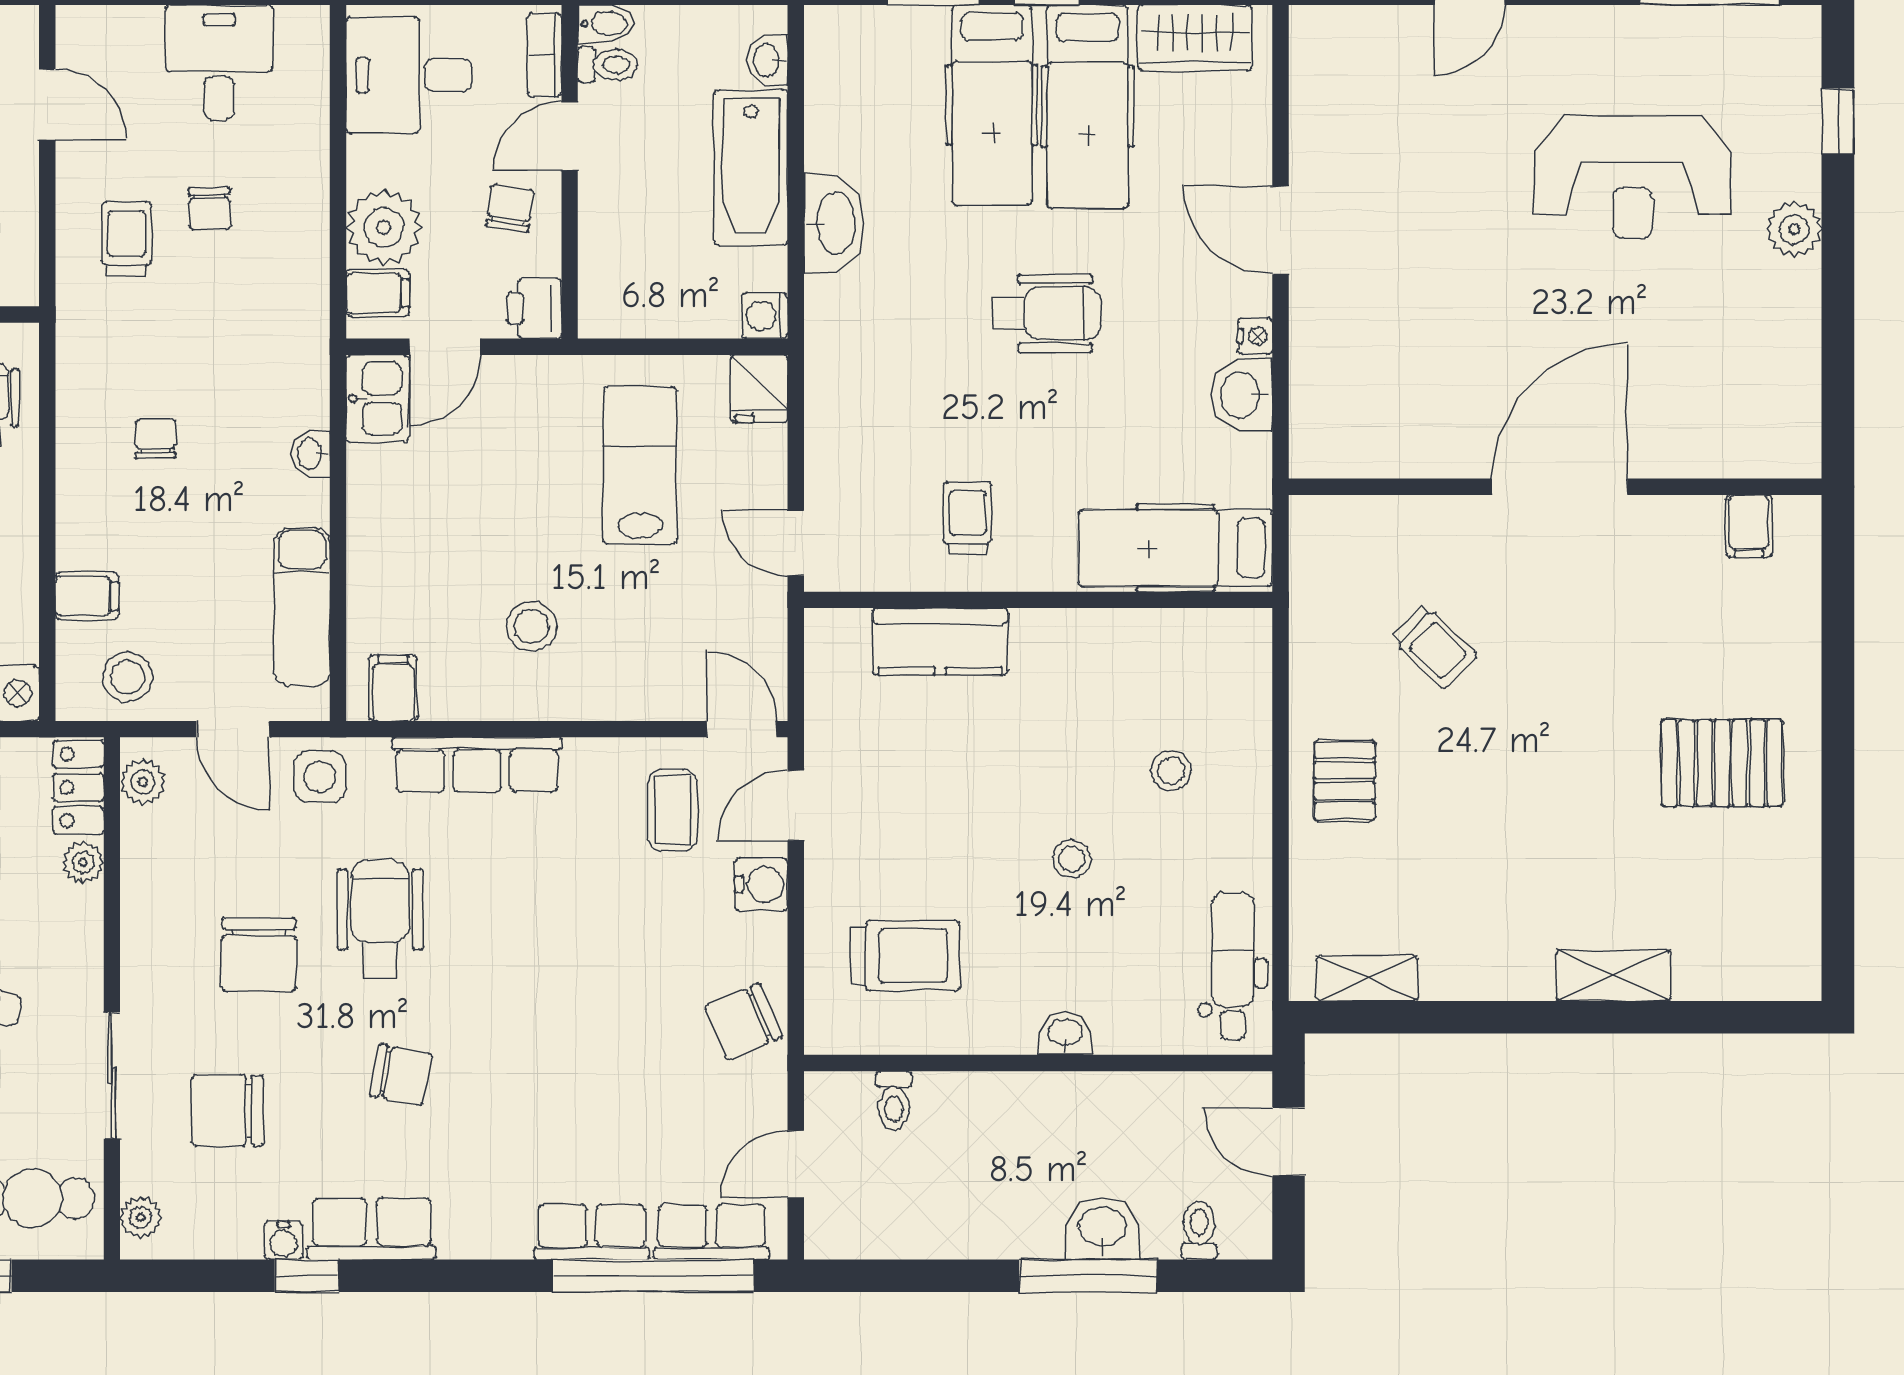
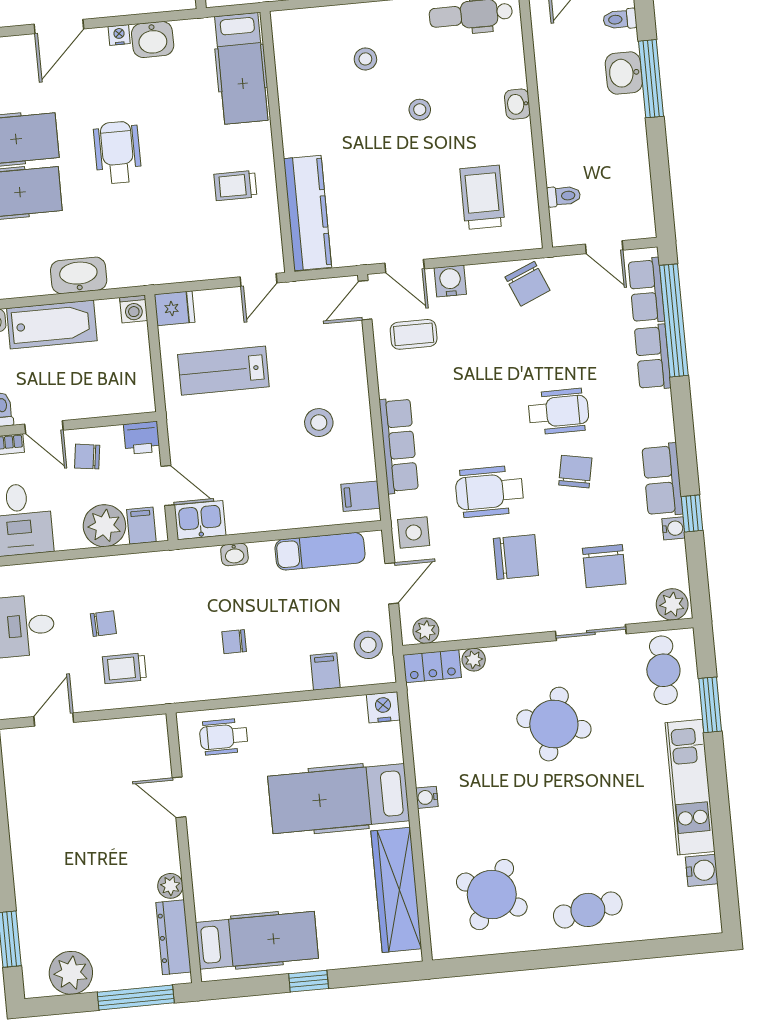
kitchen counter: (940, 642) -> (308, 213), width x1.50
wheelchair: (511, 1055) -> (559, 411), added
plant: (141, 1217) -> (672, 604), width x1.38, depth x1.38

